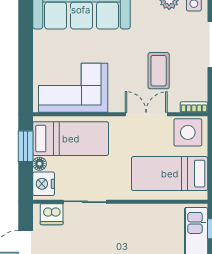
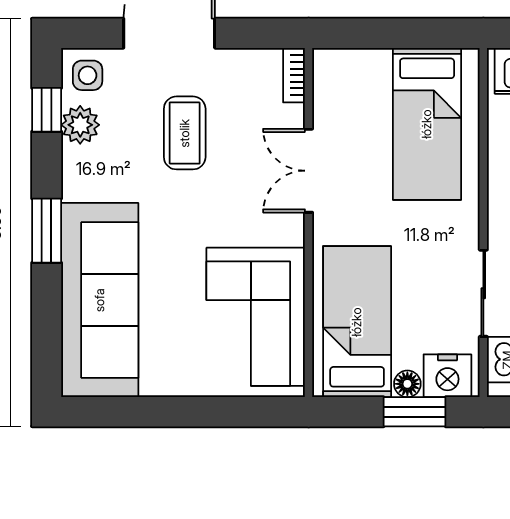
coffee table: (159, 71) -> (185, 133), moved, turned 90
side table: (188, 132) -> (345, 87), removed
window: (26, 146) -> (415, 412), moved

